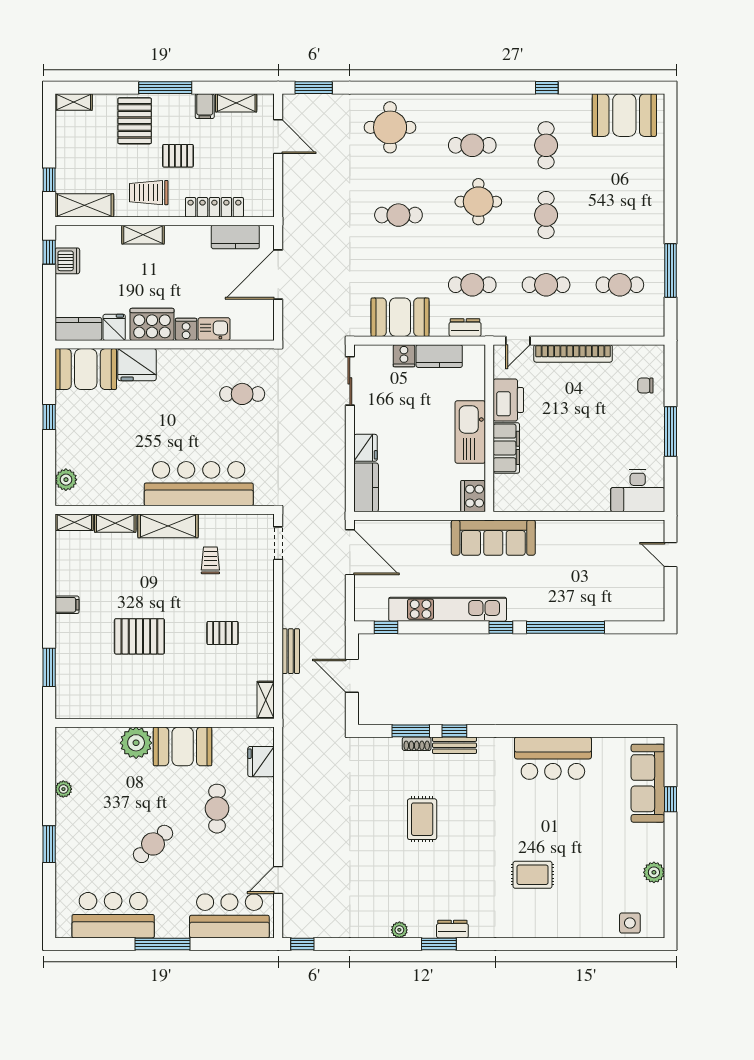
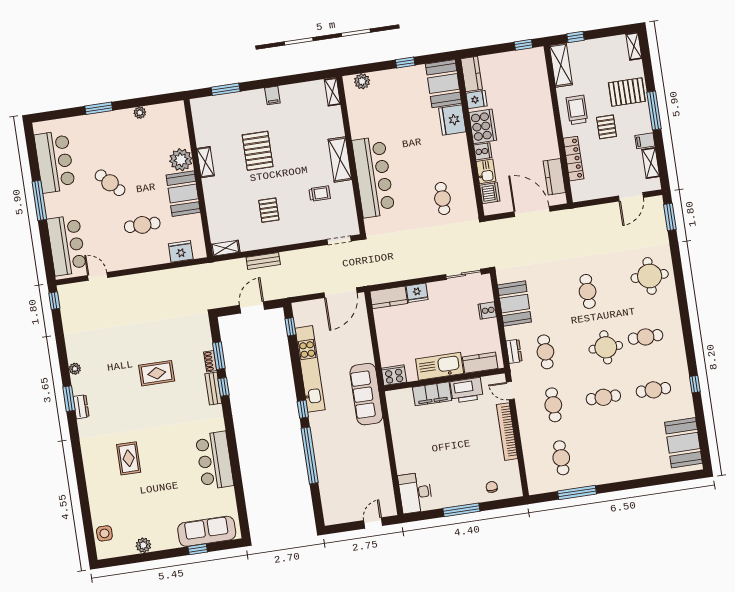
cafe table: (472, 145) -> (646, 337), turned 90
shelving: (143, 235) -> (546, 110), removed
dishwasher: (67, 261) -> (490, 193), moved, turned -90
kitchen counter: (439, 356) -> (480, 363), moved, turned 90
shelving: (115, 523) -> (205, 162), moved

